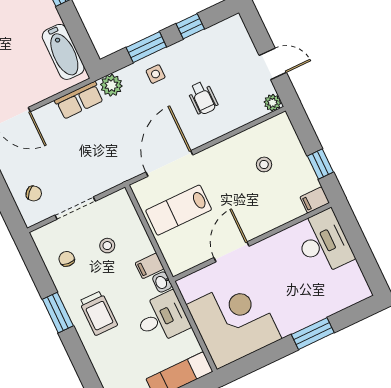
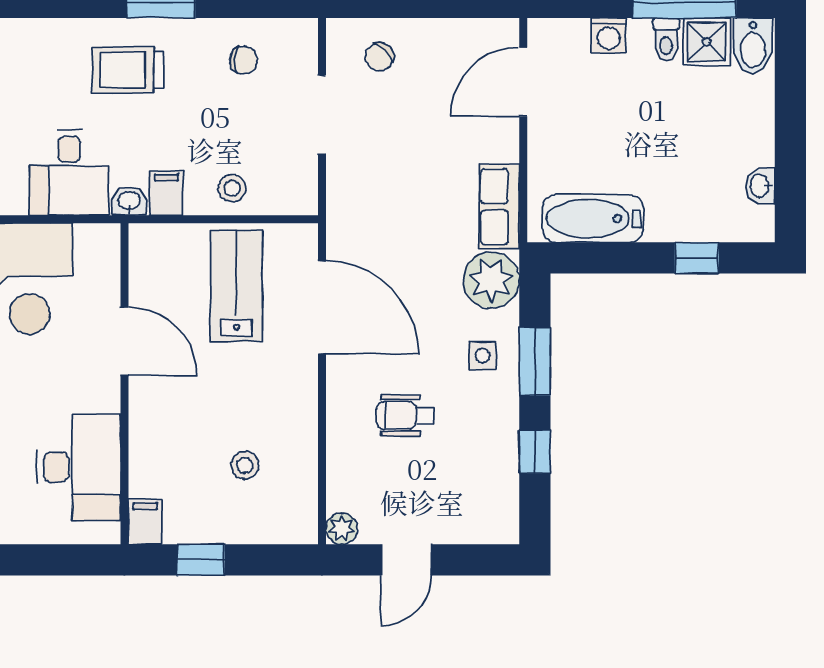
plant: (111, 85) -> (491, 280), width x1.36, depth x1.36
desk: (323, 242) -> (79, 467), moved, turned -90
stool: (107, 246) -> (232, 188), moved

